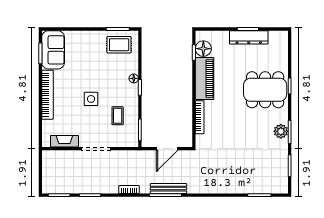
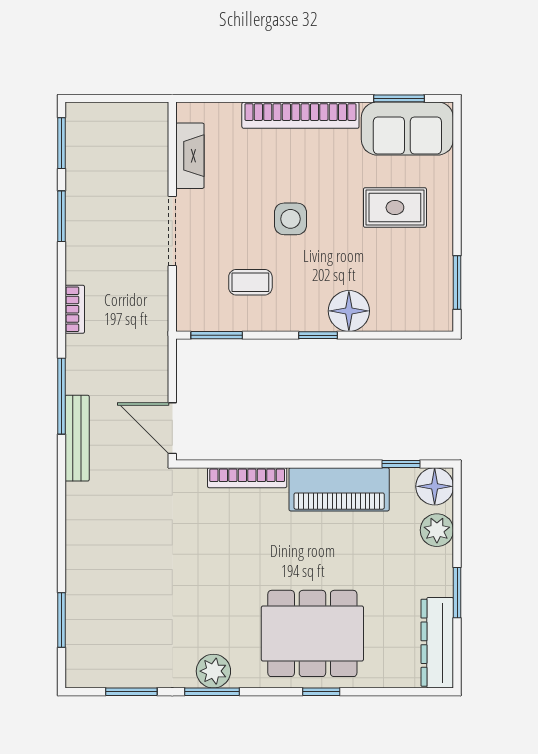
plant: (222, 37) -> (437, 530), added
dresser: (249, 37) -> (437, 643), moved
rug: (119, 45) -> (395, 208), moved, turned 90
floor lamp: (203, 49) -> (435, 486), moved
floor lamp: (134, 78) -> (349, 311), width x1.89, depth x1.89
dining table: (265, 90) -> (312, 633), turned 90
door: (167, 149) -> (172, 428), moved
bench: (168, 189) -> (77, 438), moved

